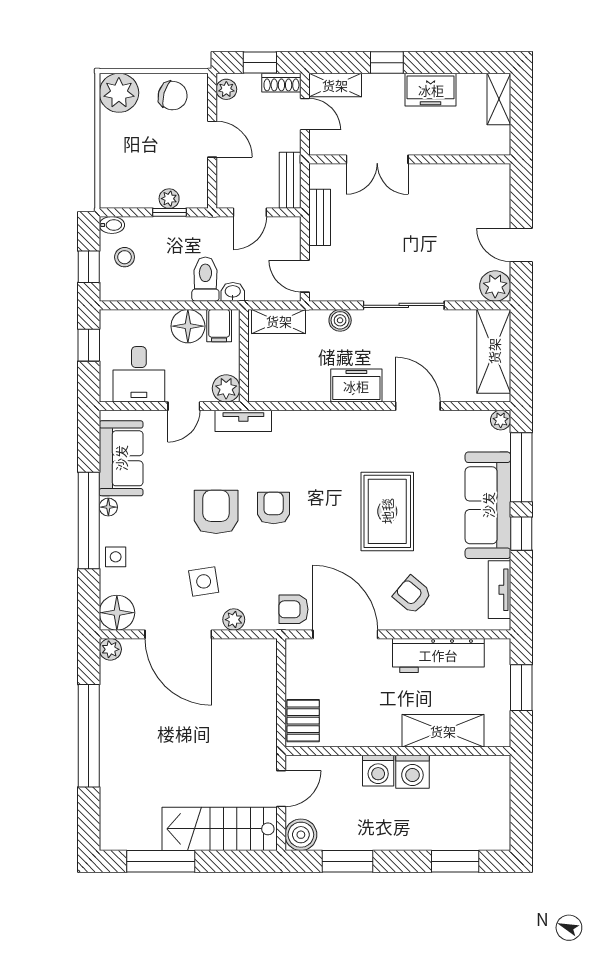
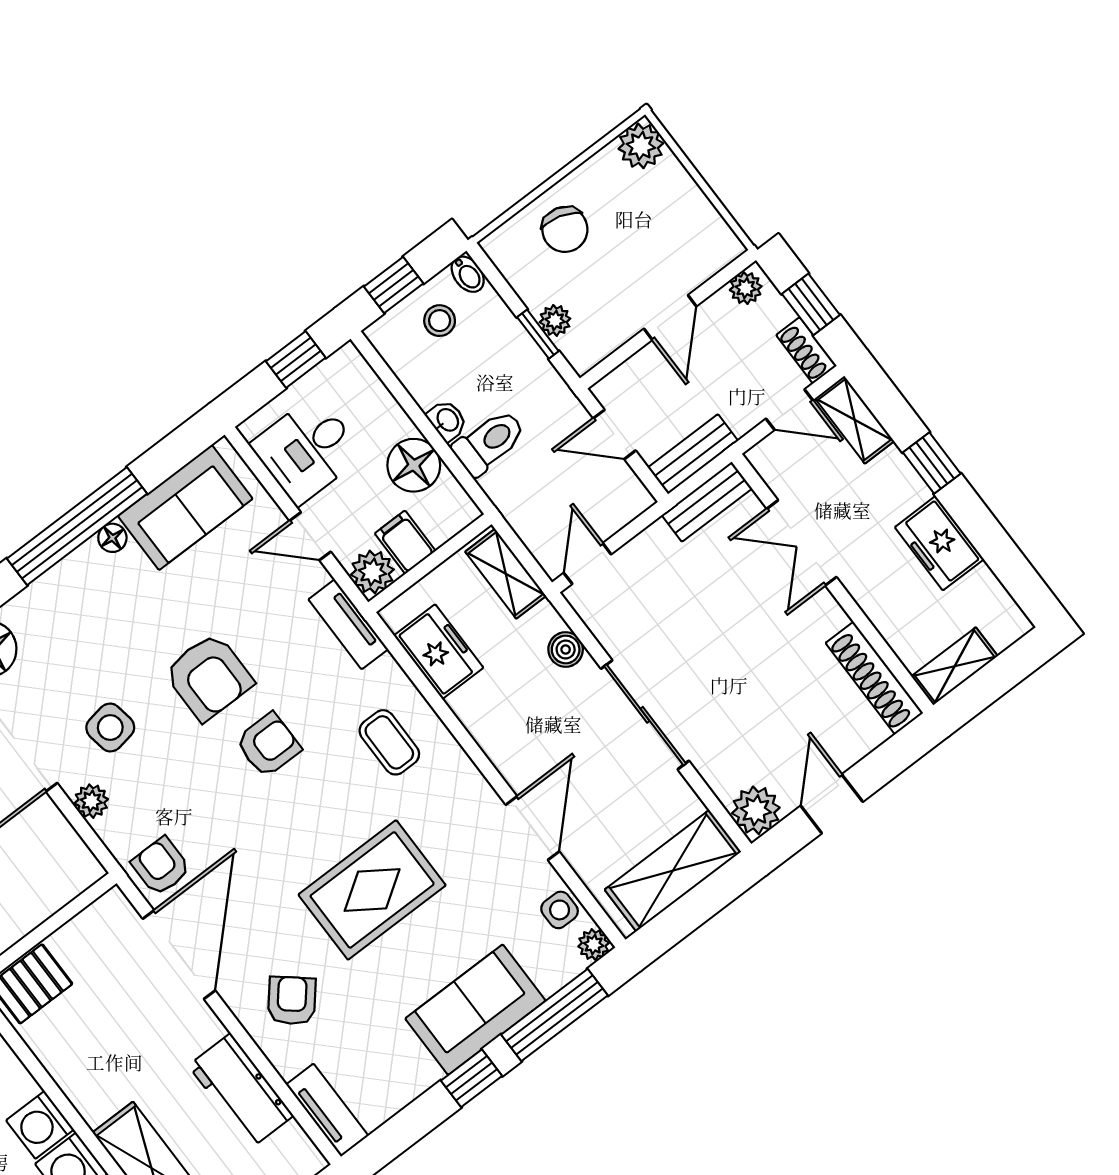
plant: (119, 93) -> (641, 146), width x0.73, depth x0.73
chair: (173, 96) -> (565, 229), moved
shelving: (499, 99) -> (955, 666), moved
door: (305, 114) -> (790, 410), hinge flipped
shoe rack: (474, 175) -> (874, 678), added
bench: (320, 217) -> (707, 502), moved
washbasin: (233, 292) -> (447, 420), moved
filing cabinet: (219, 326) -> (405, 542), moved, turned 90
freezer: (356, 386) -> (439, 652), moved
coffee table: (319, 446) -> (389, 742), added
sofa: (488, 505) -> (475, 1010), width x0.73
armchair: (216, 512) -> (209, 677), turned 90
side table: (116, 557) -> (560, 910), moved
tv unit: (499, 590) -> (327, 1110), moved, turned 90
workbench: (438, 655) -> (241, 1091), width x0.73

